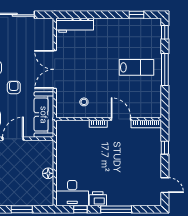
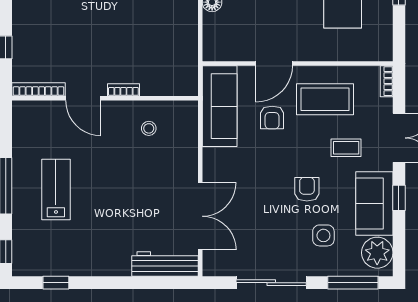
lab bench: (136, 67) -> (56, 189), turned 90
double door: (55, 69) -> (200, 216), moved
armchair: (14, 87) -> (272, 117), moved

